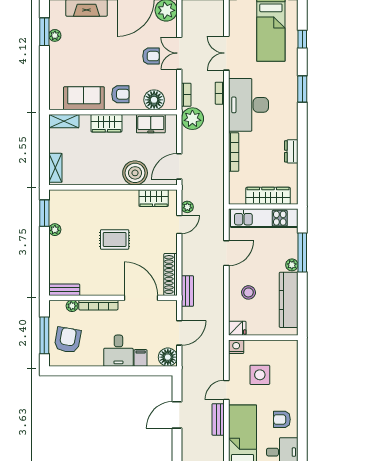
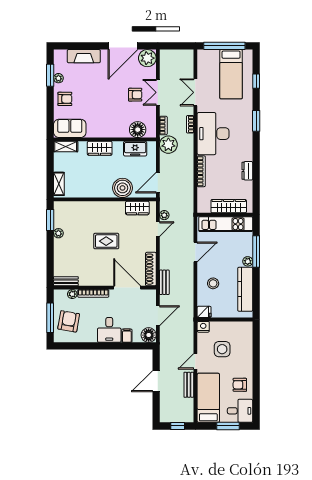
armchair: (120, 94) -> (65, 99), moved
sofa: (84, 98) -> (70, 128), moved

